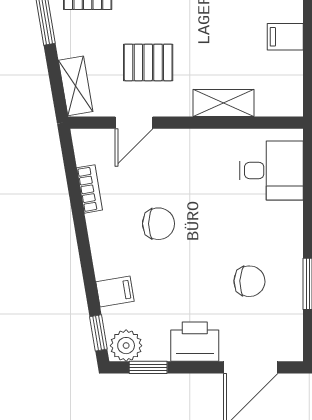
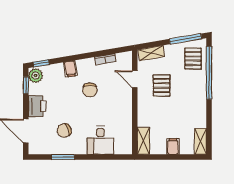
shelving: (223, 103) -> (143, 141), moved
desk: (271, 170) -> (100, 140), moved
chair: (249, 281) -> (64, 130), turned 67
filing cabinet: (115, 292) -> (70, 69), moved

